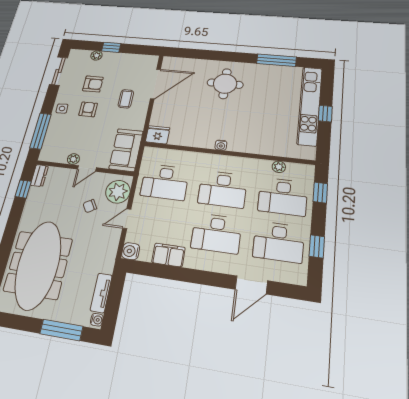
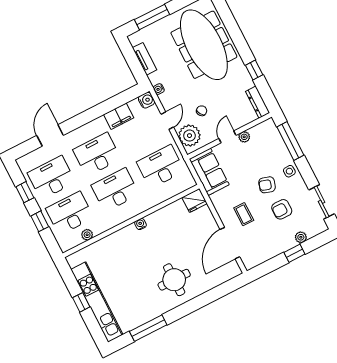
armchair: (88, 109) -> (267, 185), turned 107
dresser: (39, 176) -> (258, 102), width x1.44
window: (23, 189) -> (254, 70), moved
window: (320, 193) -> (40, 221), moved
water cooler: (97, 320) -> (159, 89), moved

